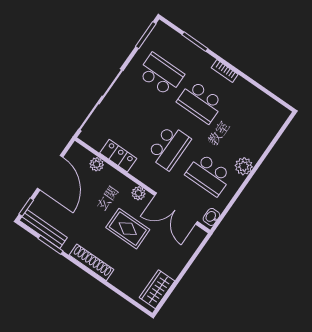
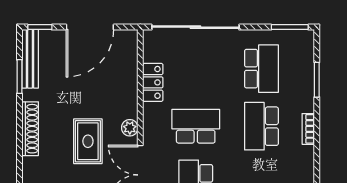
school desk: (169, 147) -> (196, 126), turned 180
plant: (97, 164) -> (130, 67), removed

